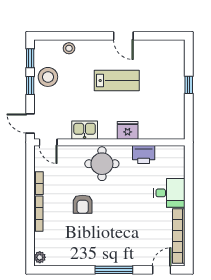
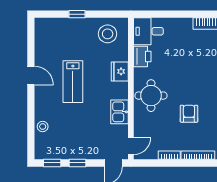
door: (123, 36) -> (31, 75), hinge flipped
stool: (48, 77) -> (108, 34), moved
lab bench: (117, 81) -> (73, 82), turned 180
desk: (169, 193) -> (148, 31), moved, turned -90
armchair: (83, 204) -> (189, 114), turned -90

